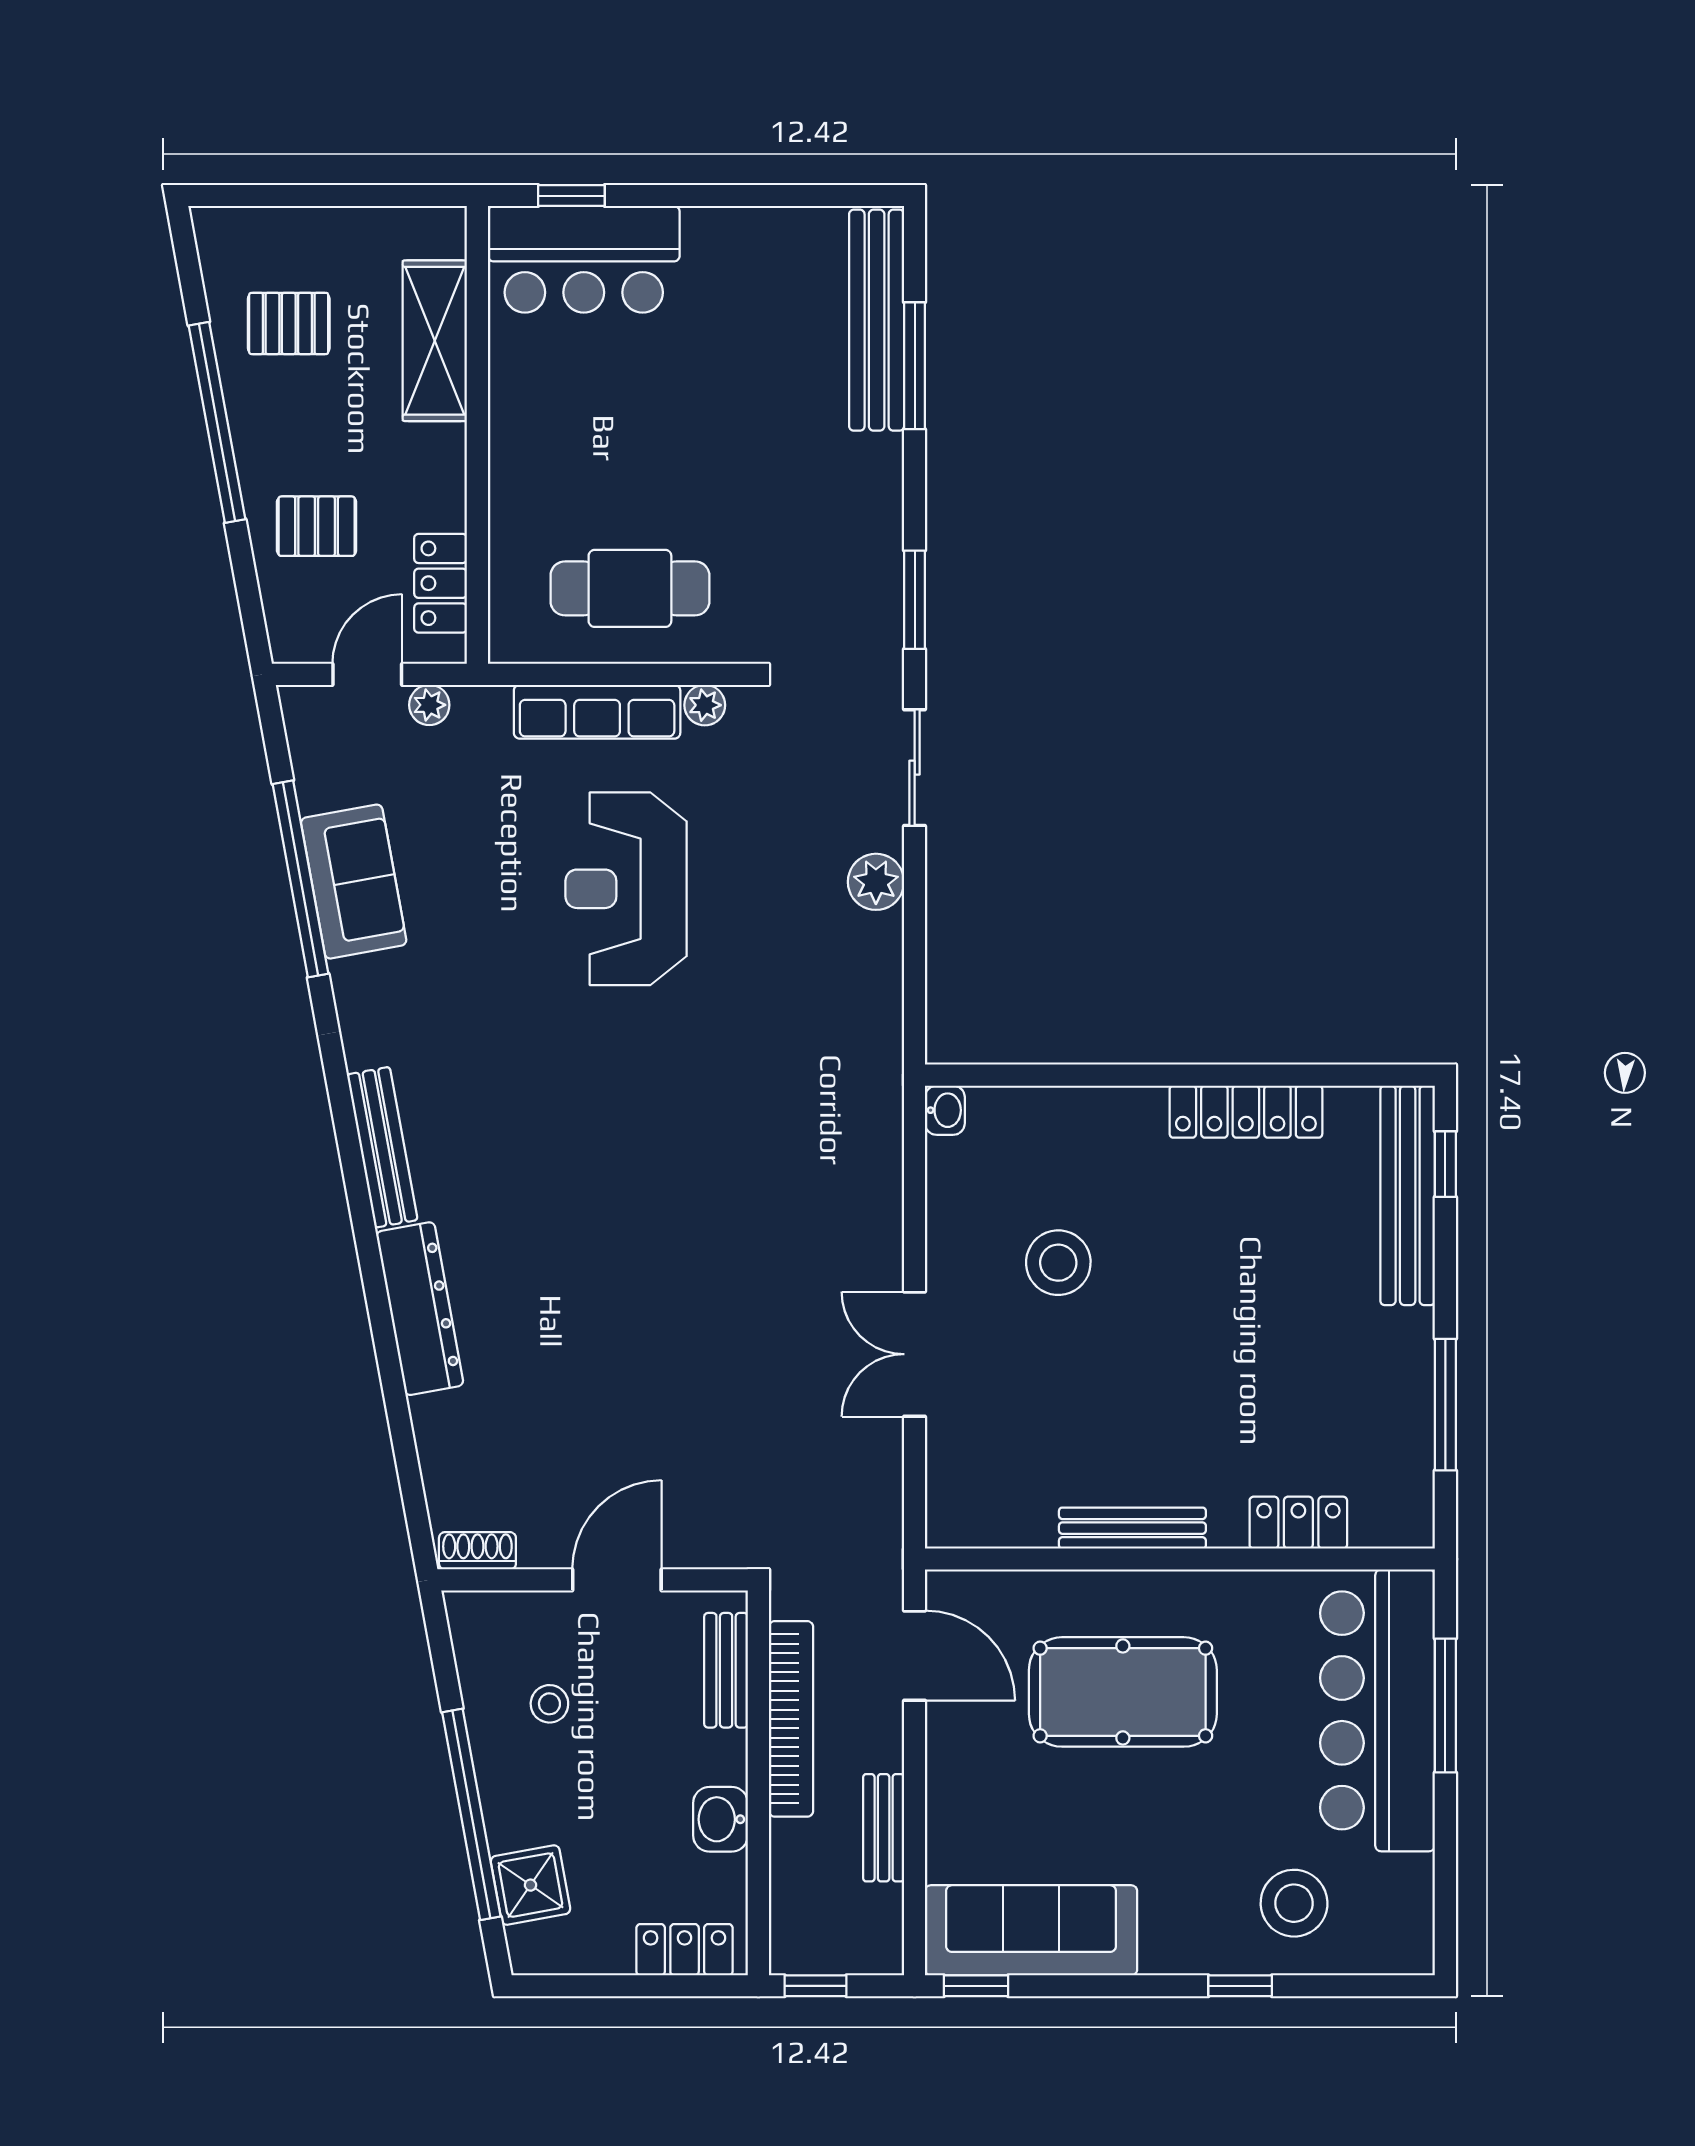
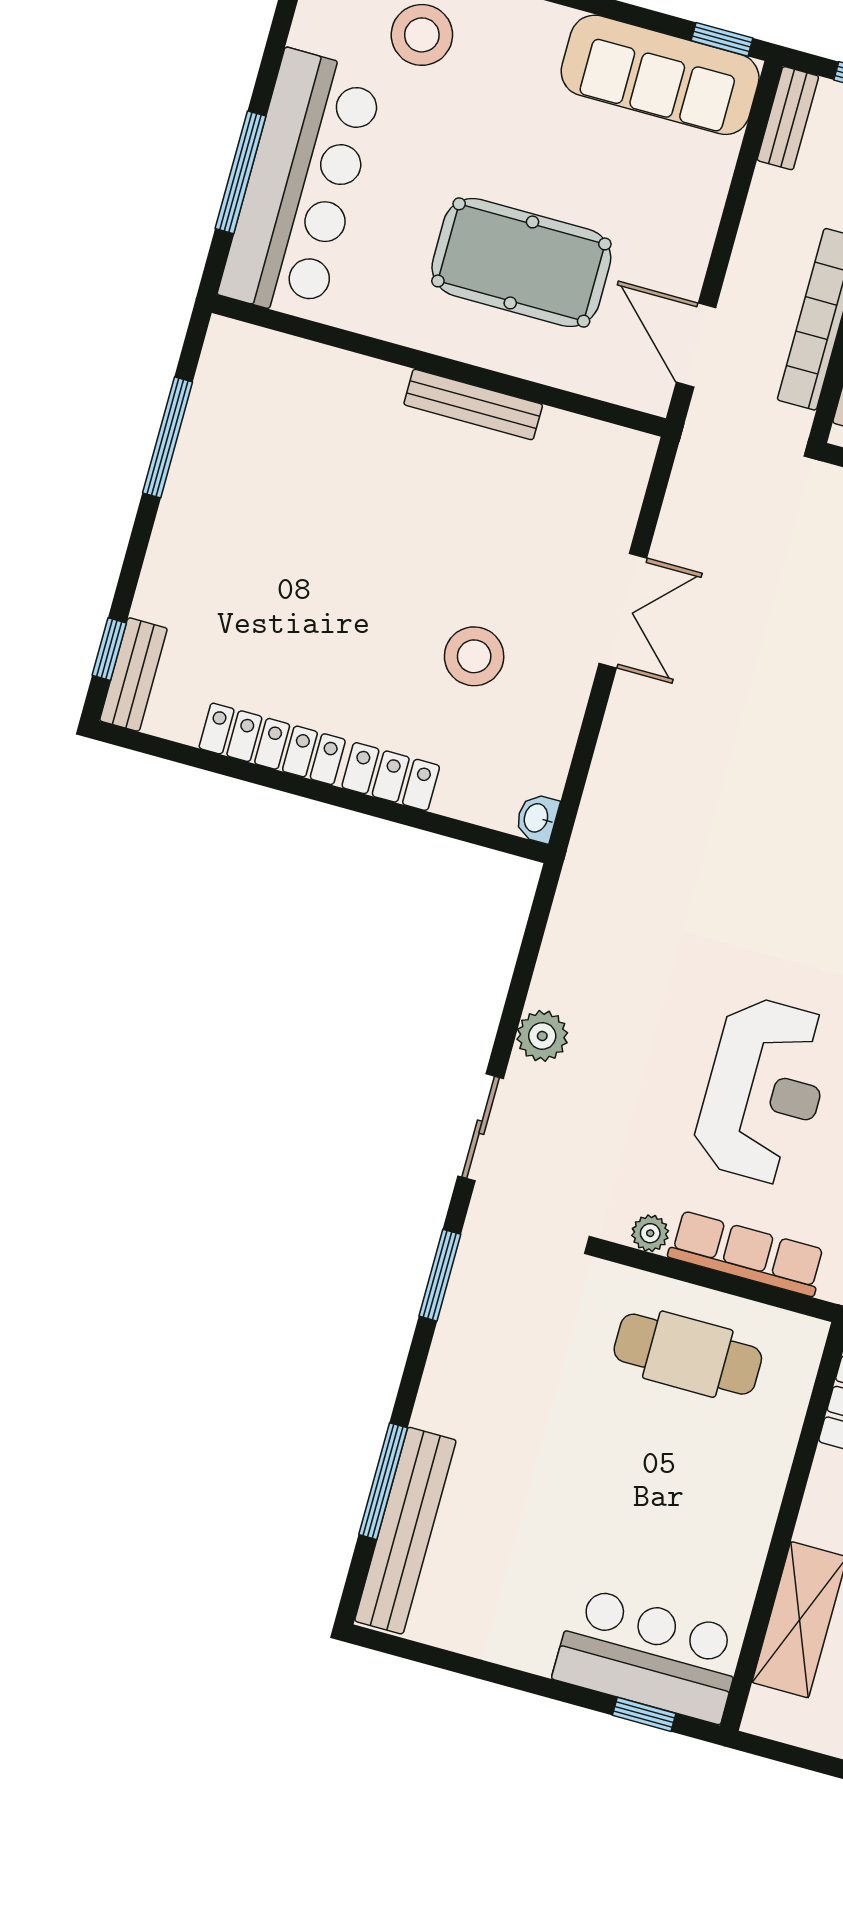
bench: (1408, 1195) -> (133, 675), width x0.54, depth x0.82
locker: (1298, 1523) -> (391, 777), moved, turned 180
bench: (884, 1828) -> (788, 118), moved

